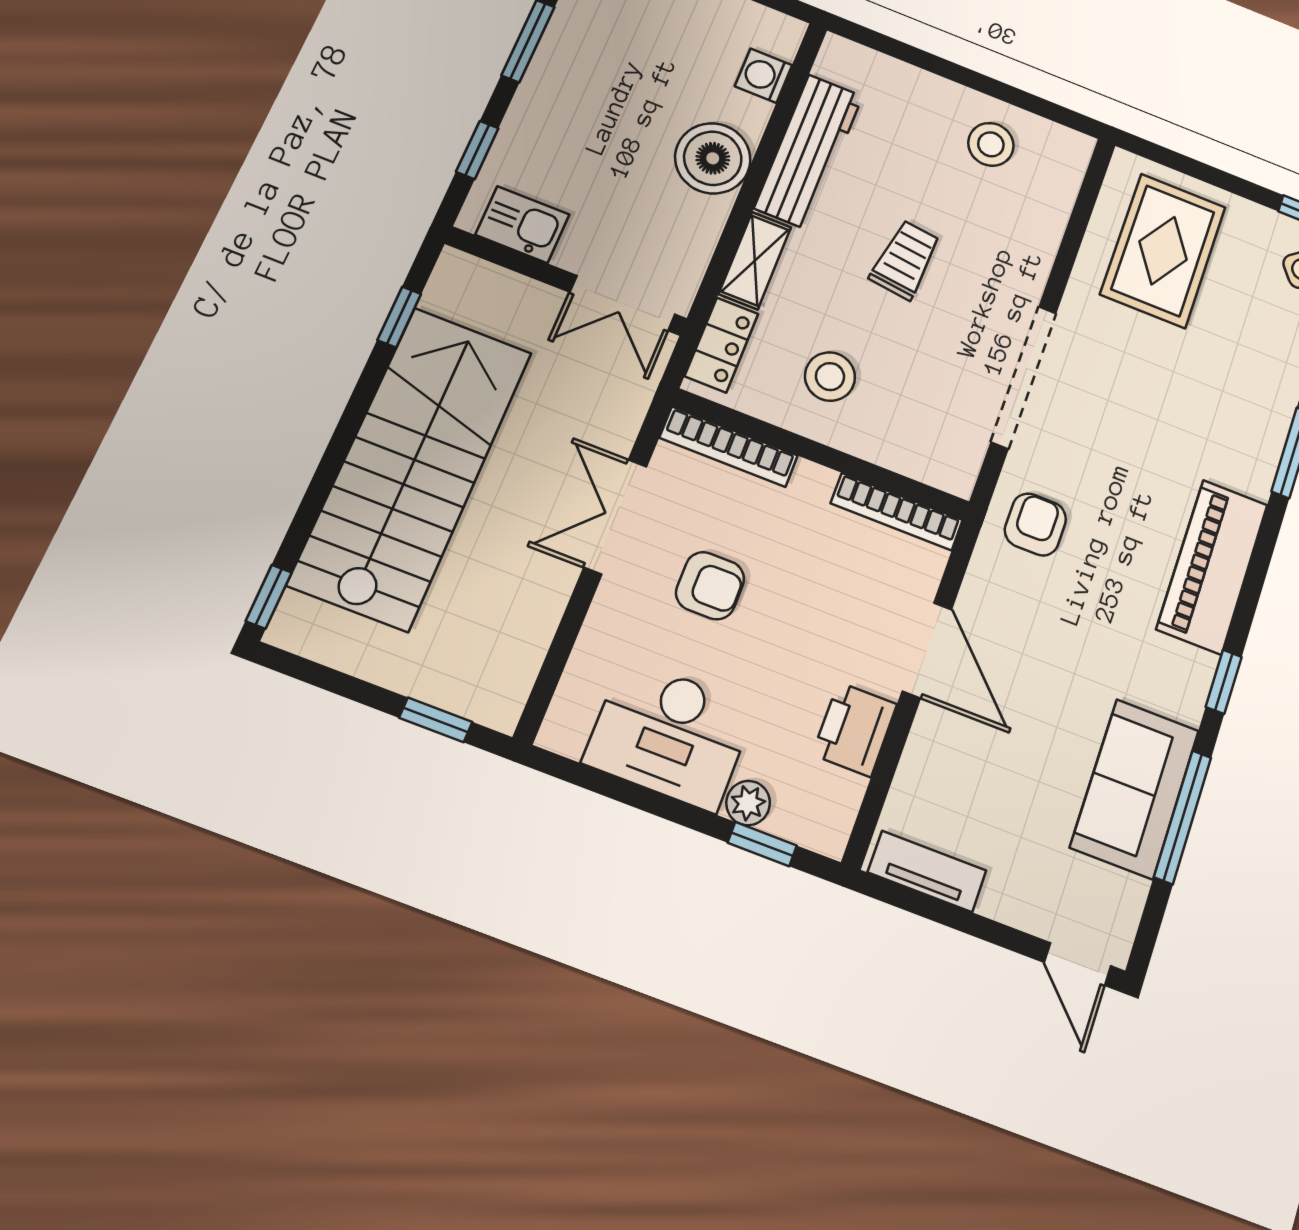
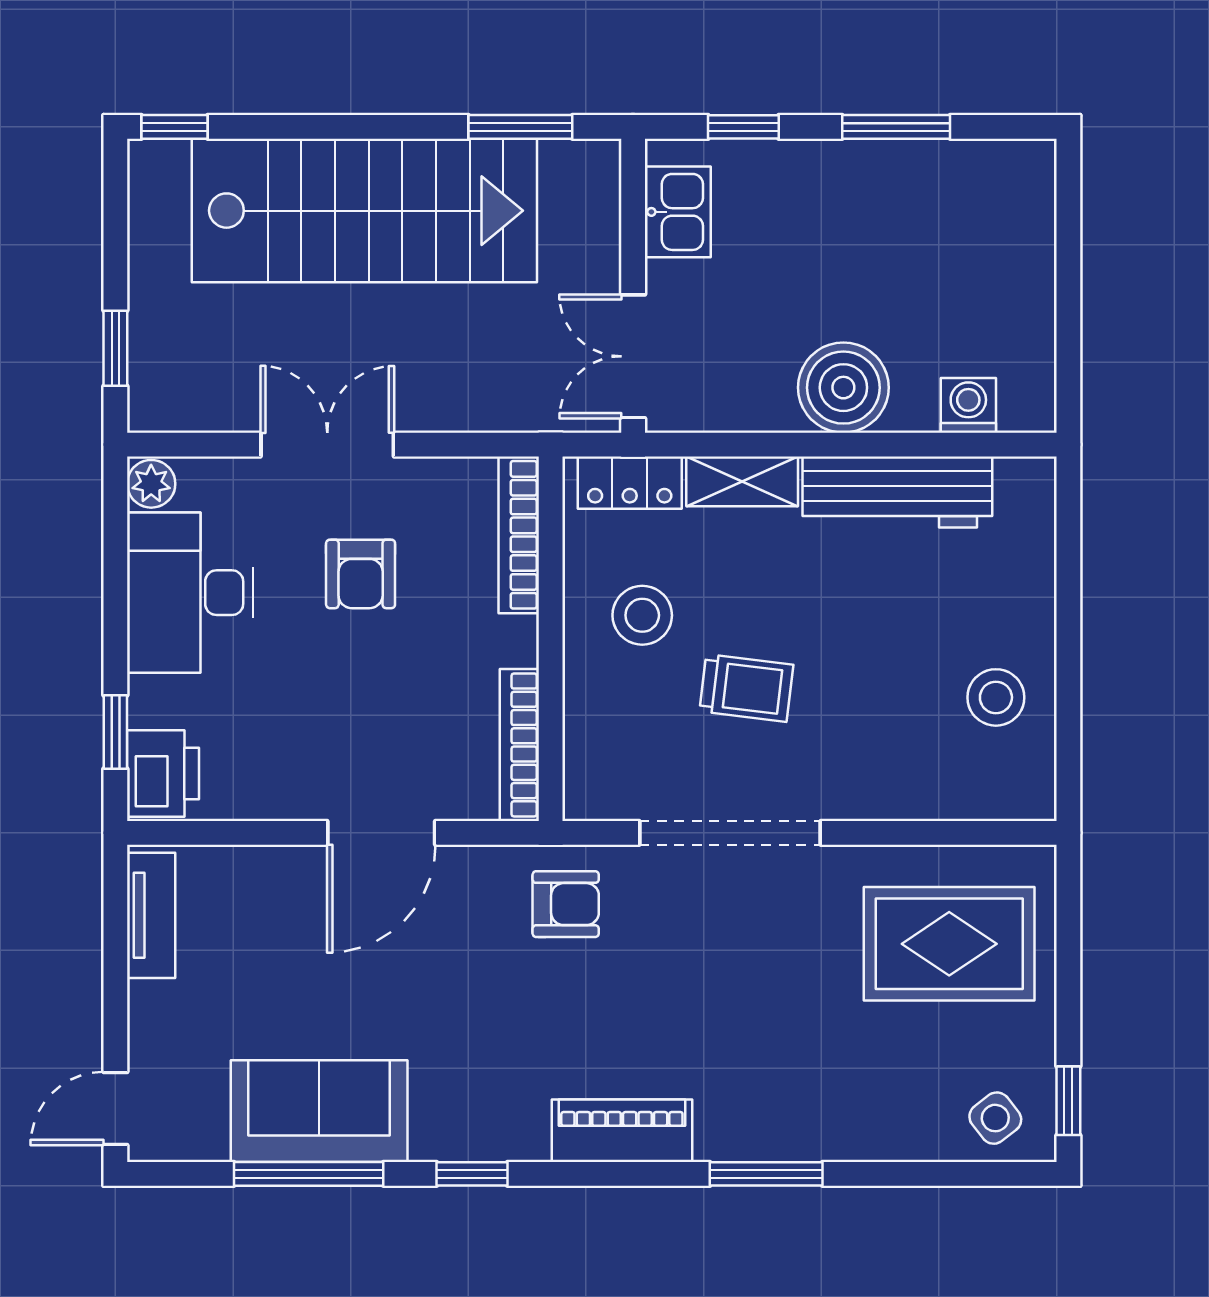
trolley: (905, 260) -> (746, 688), moved
window: (399, 317) -> (520, 127), width x1.50
double door: (615, 517) -> (327, 445), moved
piano: (1212, 567) -> (622, 1131), width x0.73, depth x0.75
printer: (855, 729) -> (163, 774), moved, turned 90
plant: (748, 803) -> (151, 484), moved

